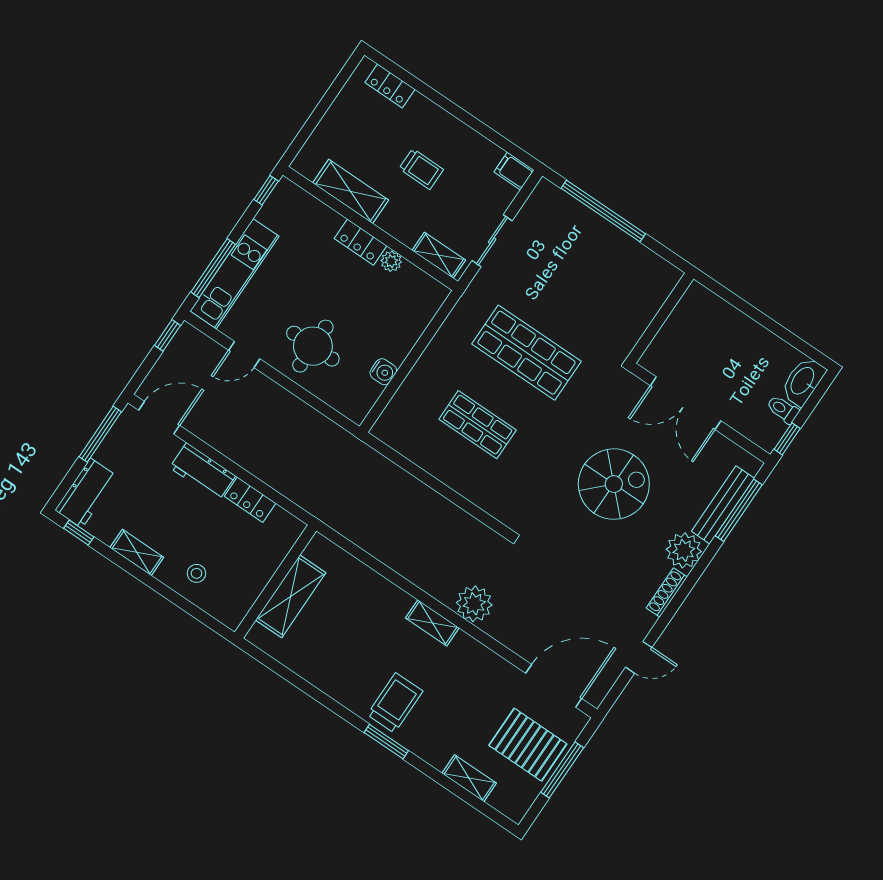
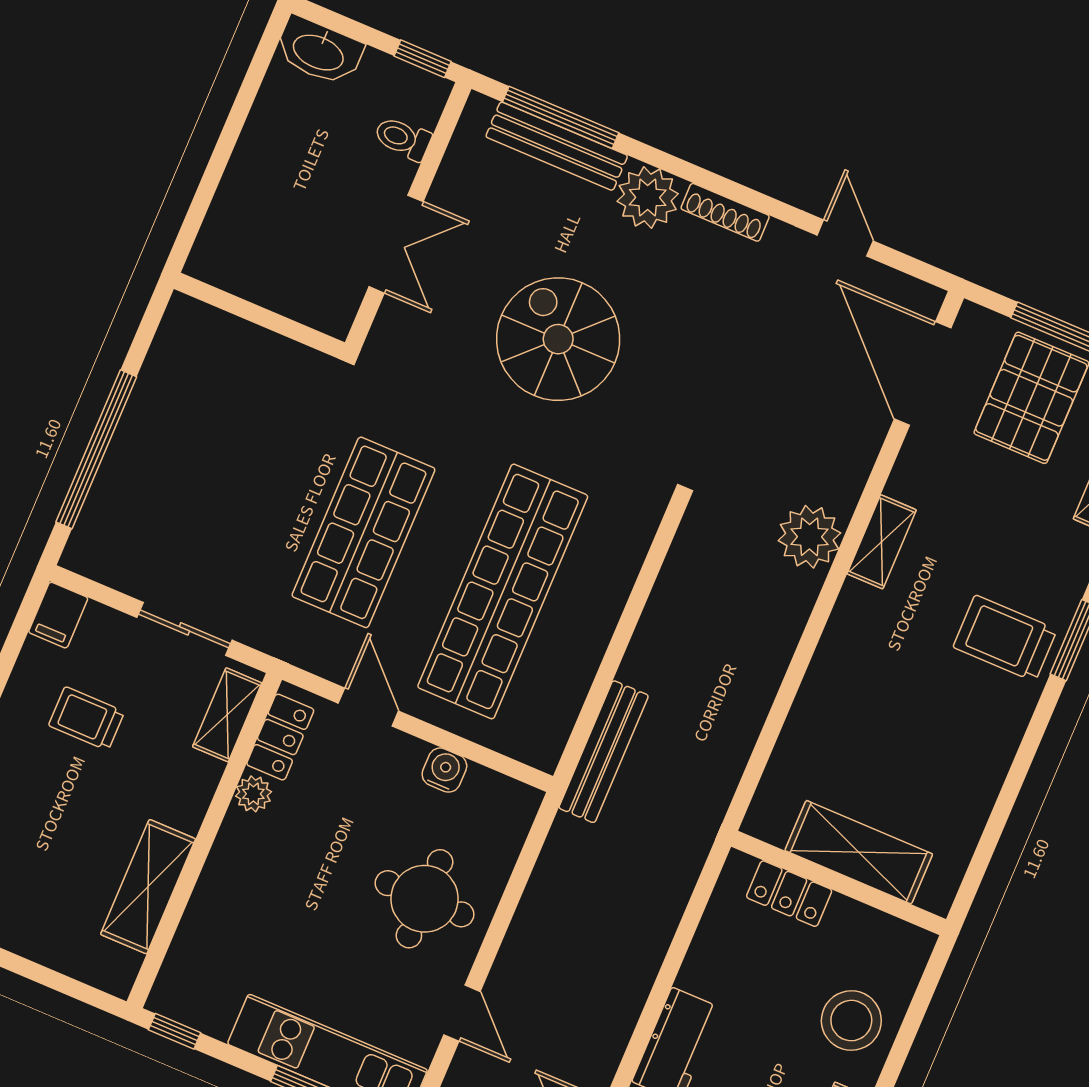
trolley: (421, 169) -> (87, 719), moved, turned -90
locker: (361, 242) -> (280, 737), moved
door: (427, 336) -> (368, 707), added
double door: (686, 403) -> (396, 244), width x0.73
toilet: (783, 409) -> (403, 138), moved, turned 90
shop shelf: (478, 425) -> (503, 591), width x2.00, depth x1.36
bench: (376, 464) -> (604, 752), added
locker: (250, 500) -> (789, 894), moved, turned 90
stool: (196, 573) -> (851, 1021), width x1.89, depth x1.89
shelving: (432, 623) -> (882, 542), moved

